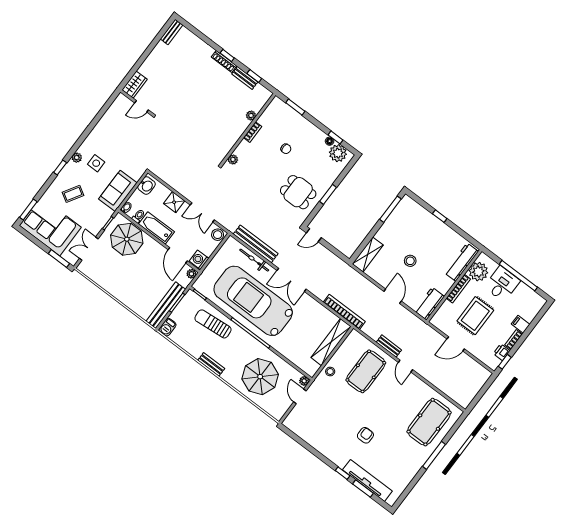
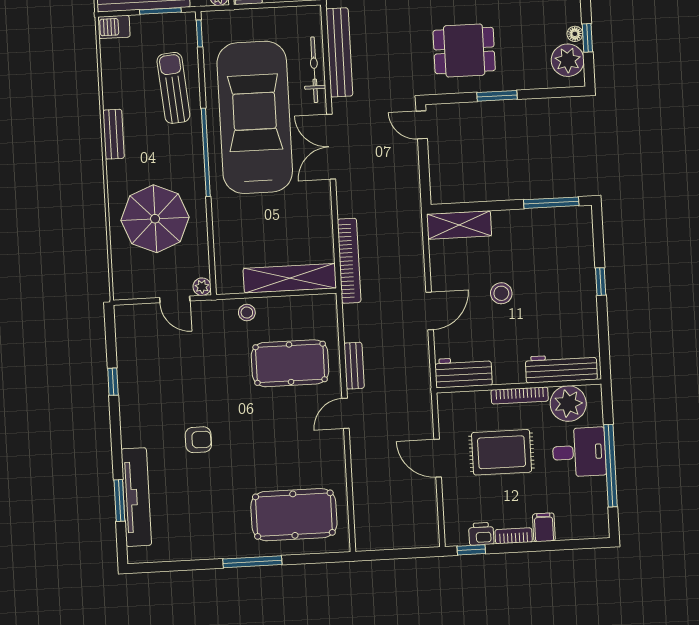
dining table: (298, 192) -> (464, 50), turned 90
door: (300, 396) -> (175, 299), swing flipped
window: (343, 473) -> (113, 382), moved

